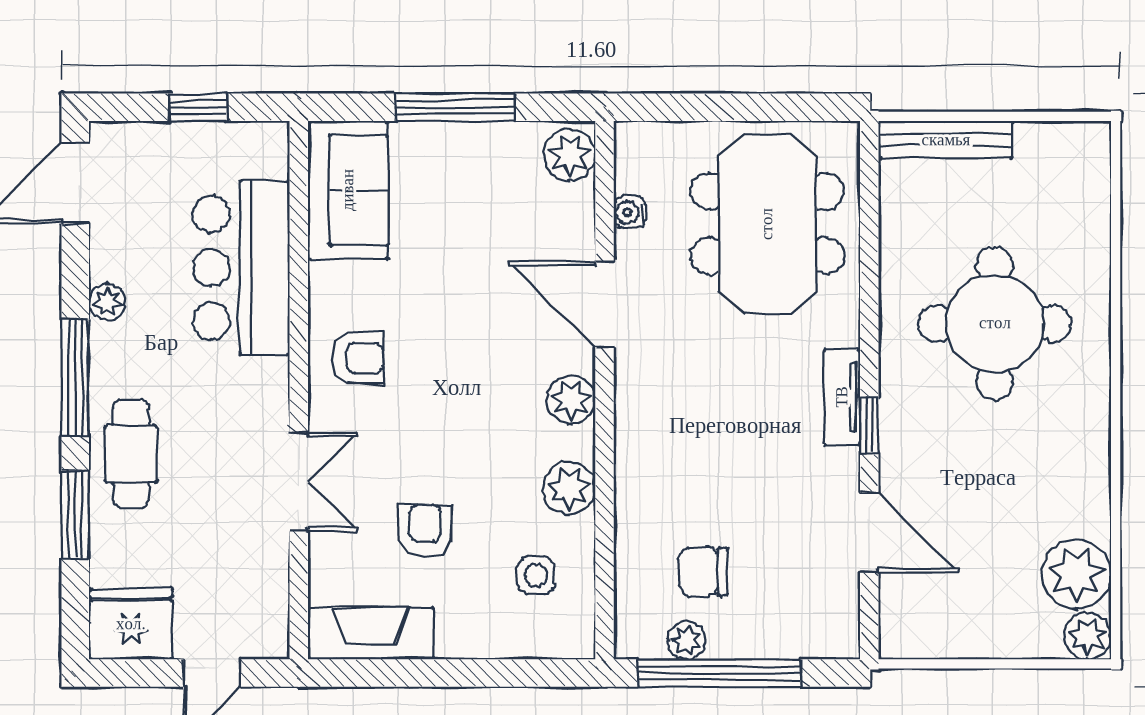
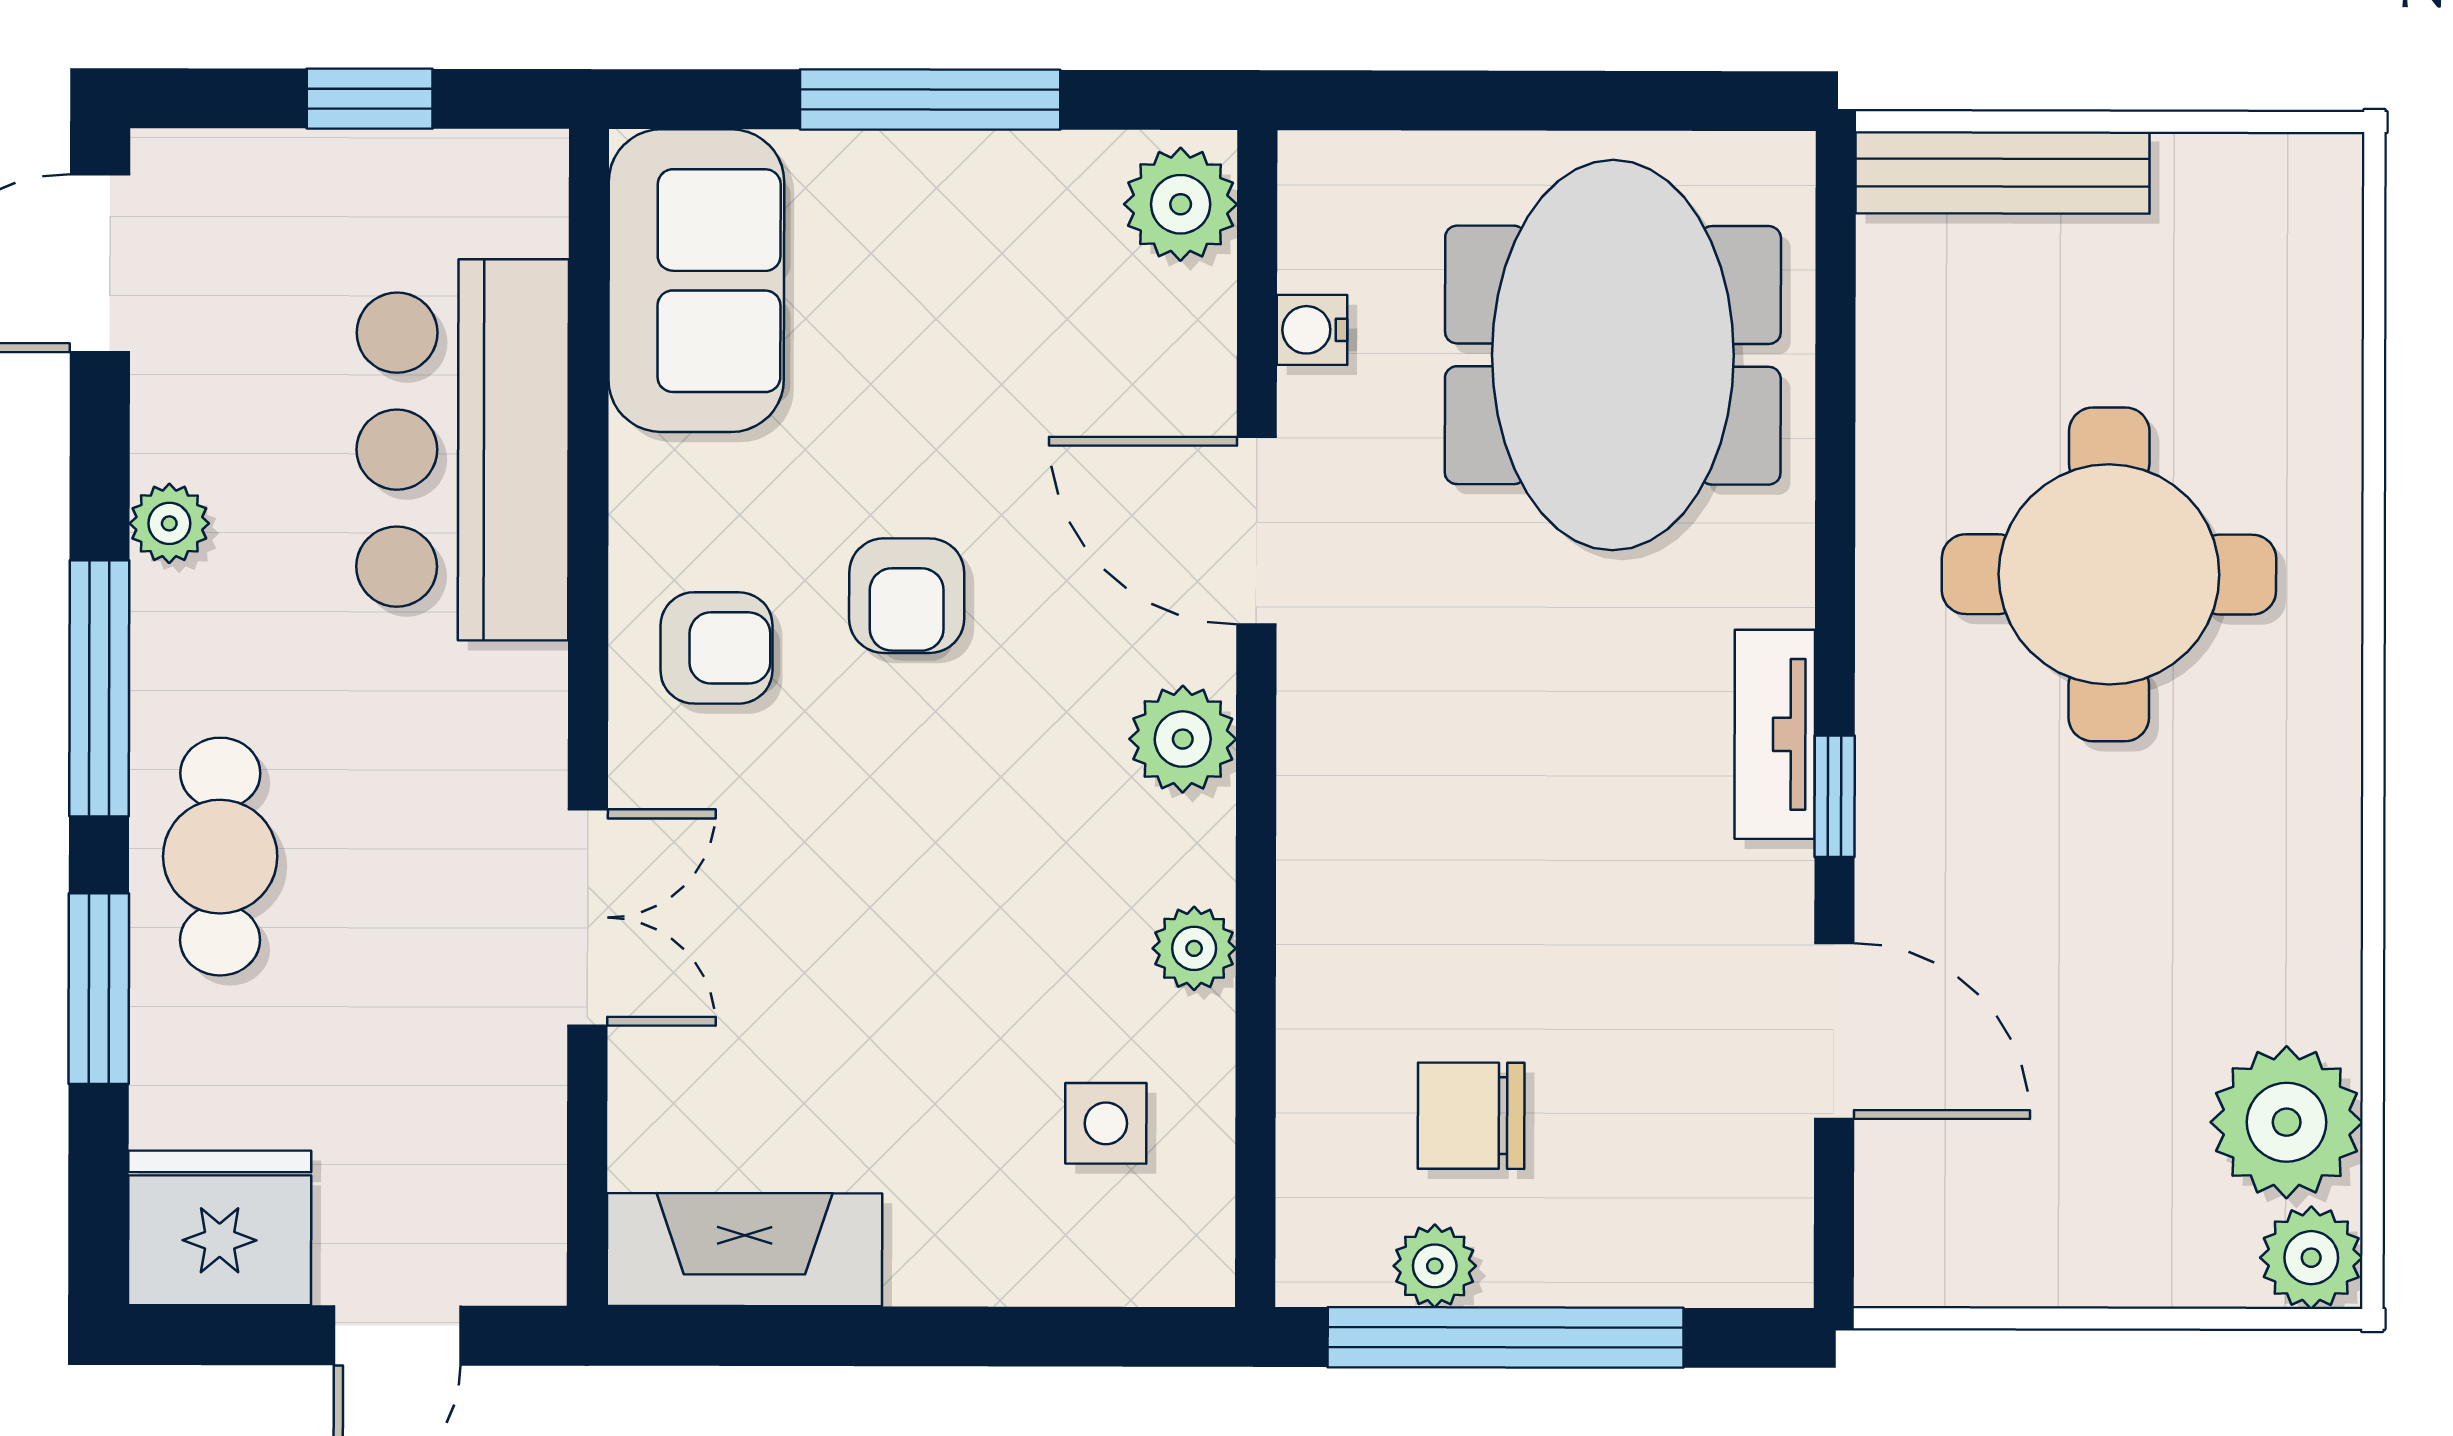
plant: (569, 488) -> (1194, 948), width x0.73, depth x0.73
armchair: (425, 531) -> (907, 596), moved, turned 180

